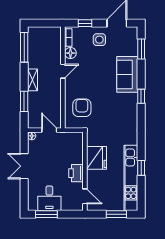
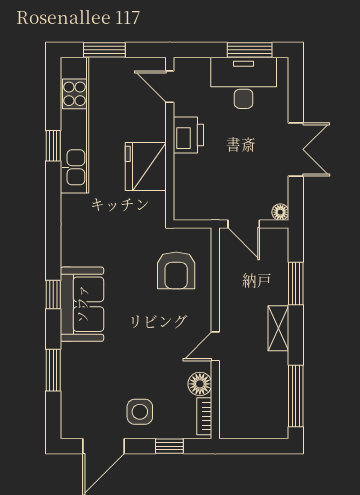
window: (141, 49) -> (53, 370), moved
sofa: (127, 74) -> (82, 304), moved
desk: (49, 198) -> (244, 83), width x1.37

